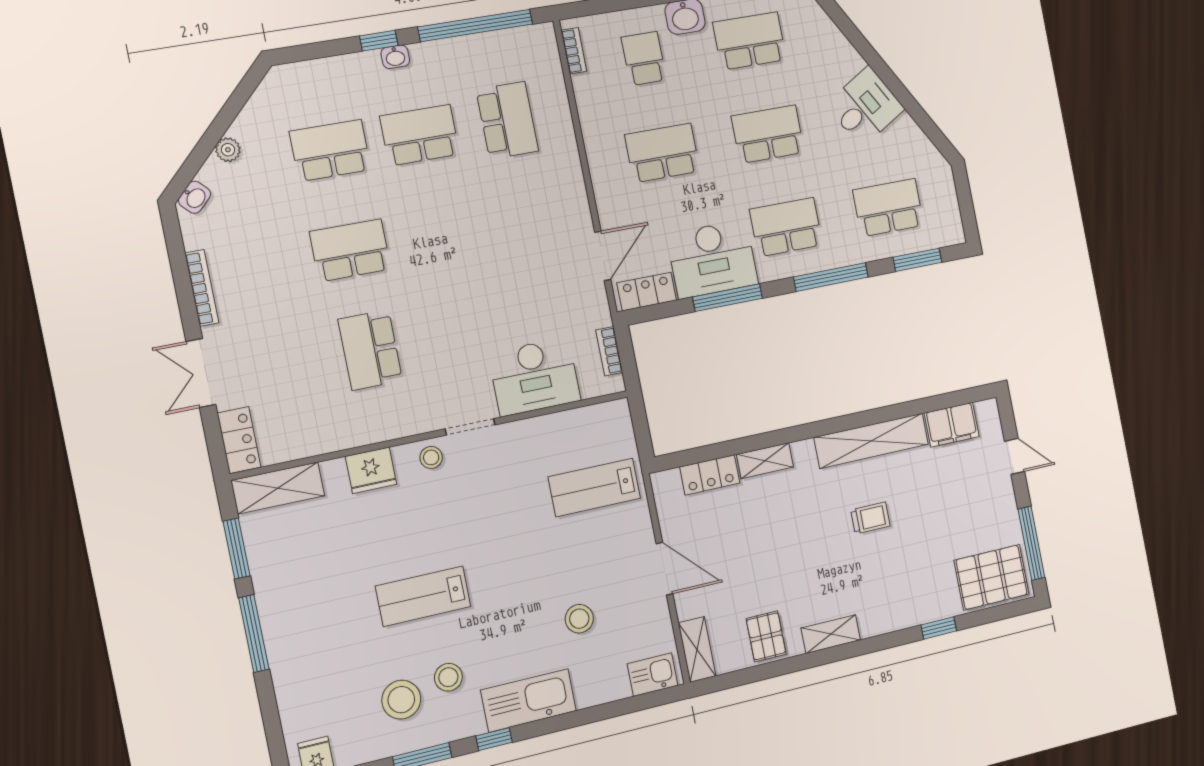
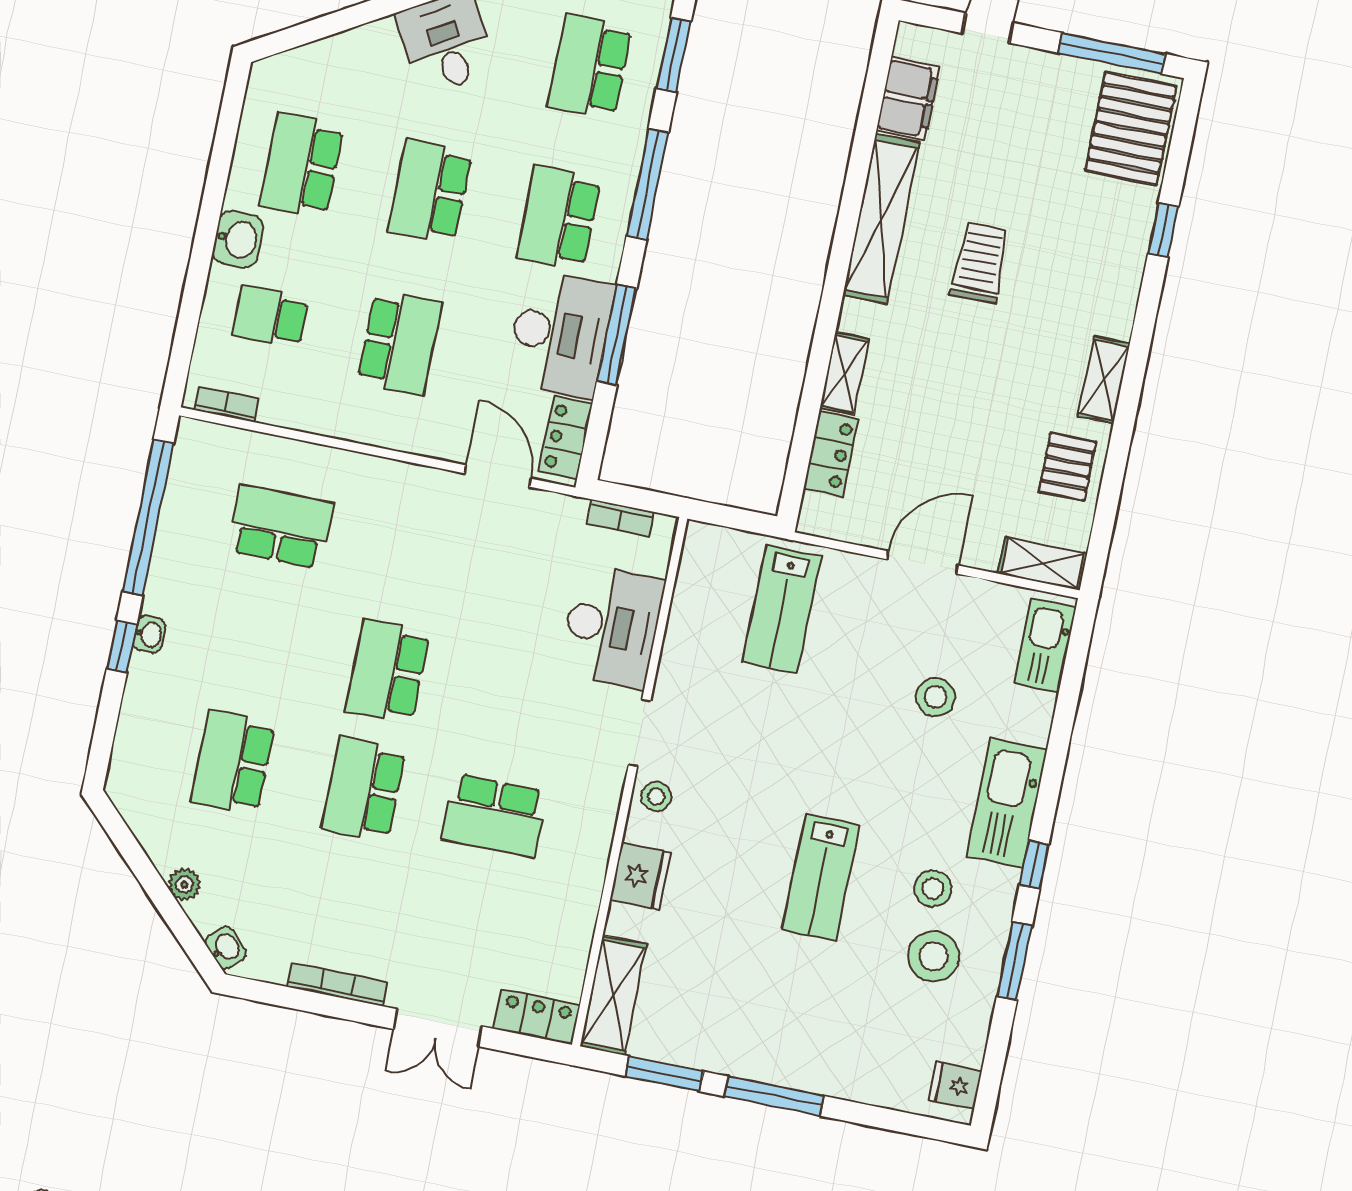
school desk: (420, 135) -> (388, 671), moved
school desk: (662, 153) -> (399, 343), turned 180
trolley: (870, 518) -> (980, 263), width x1.36, depth x1.39
pallet: (766, 636) -> (1067, 467), turned 90
kitchen sink: (653, 675) -> (1045, 646), width x1.38

